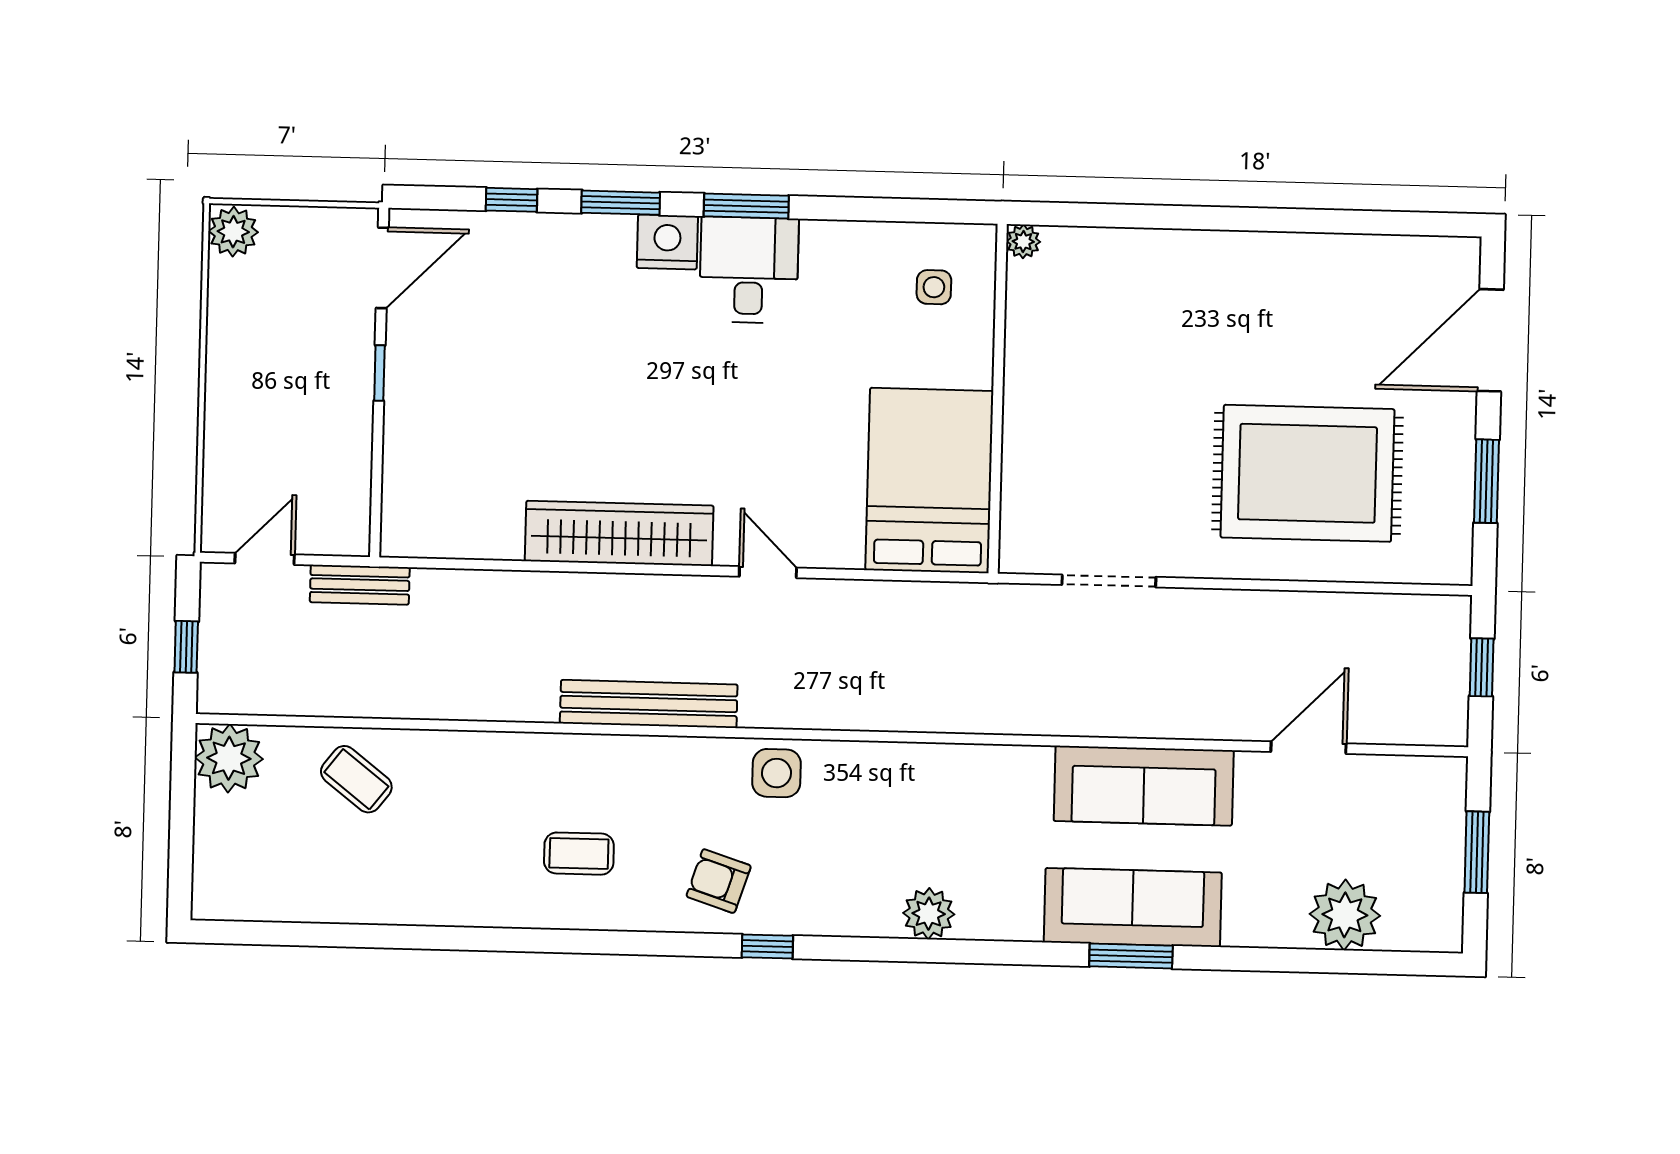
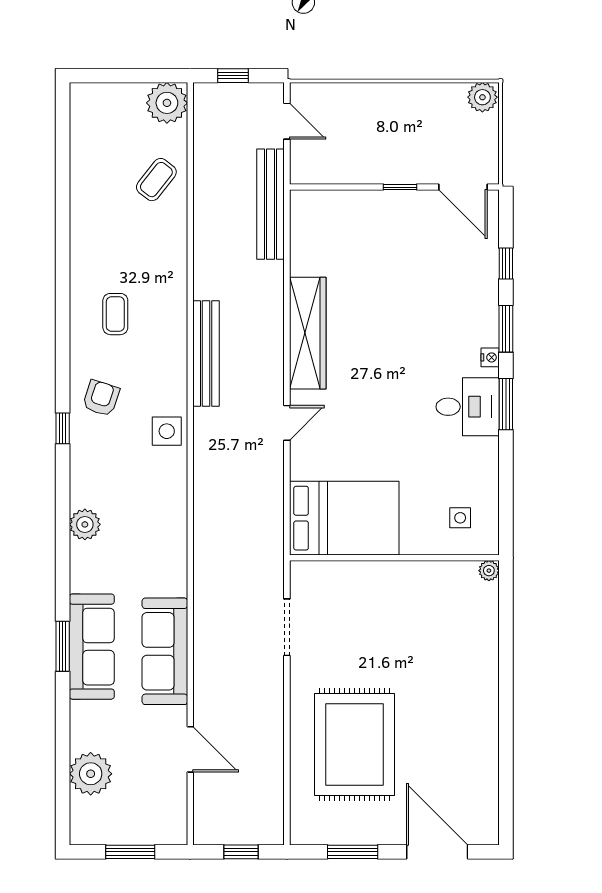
nightstand: (667, 242) -> (490, 357), width x0.53, depth x0.56
bench: (360, 585) -> (270, 204), width x1.86, depth x1.21

